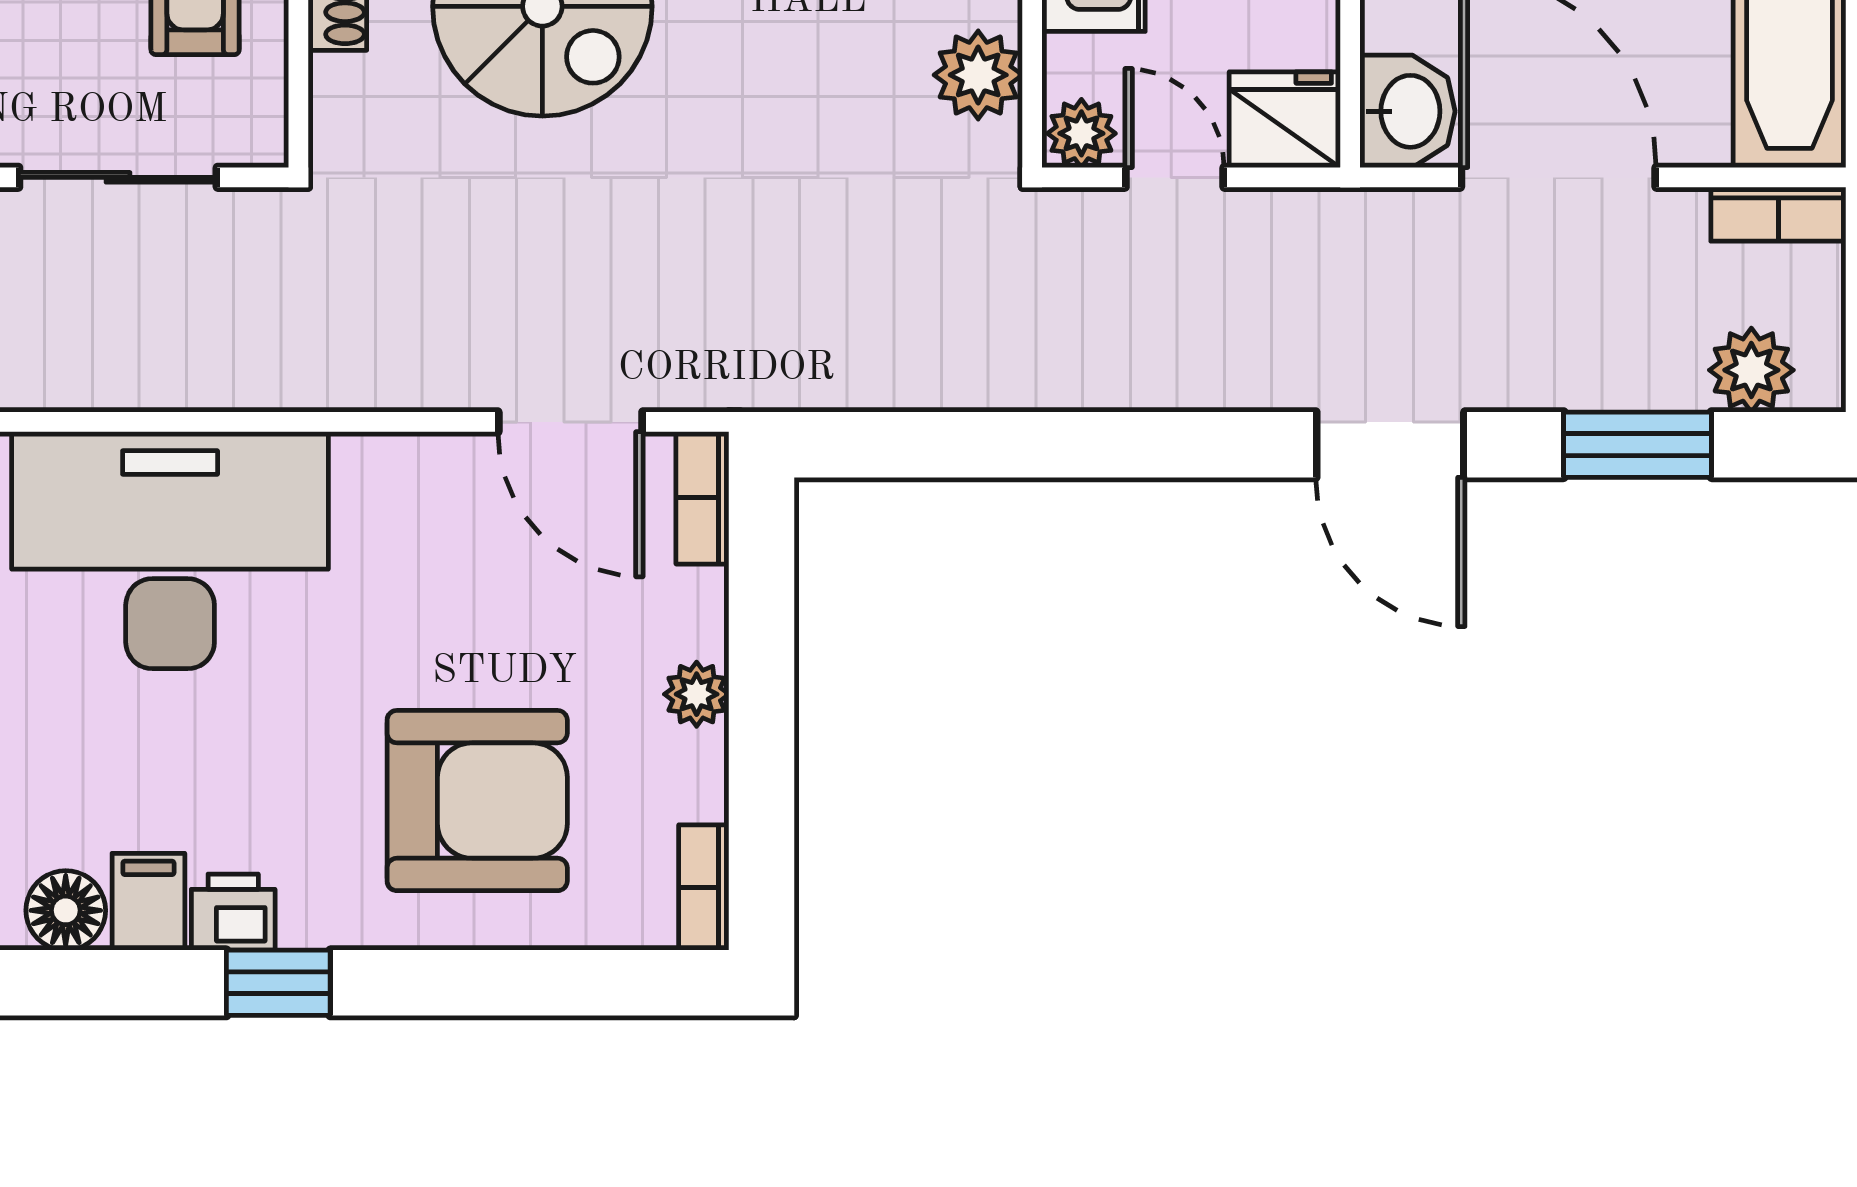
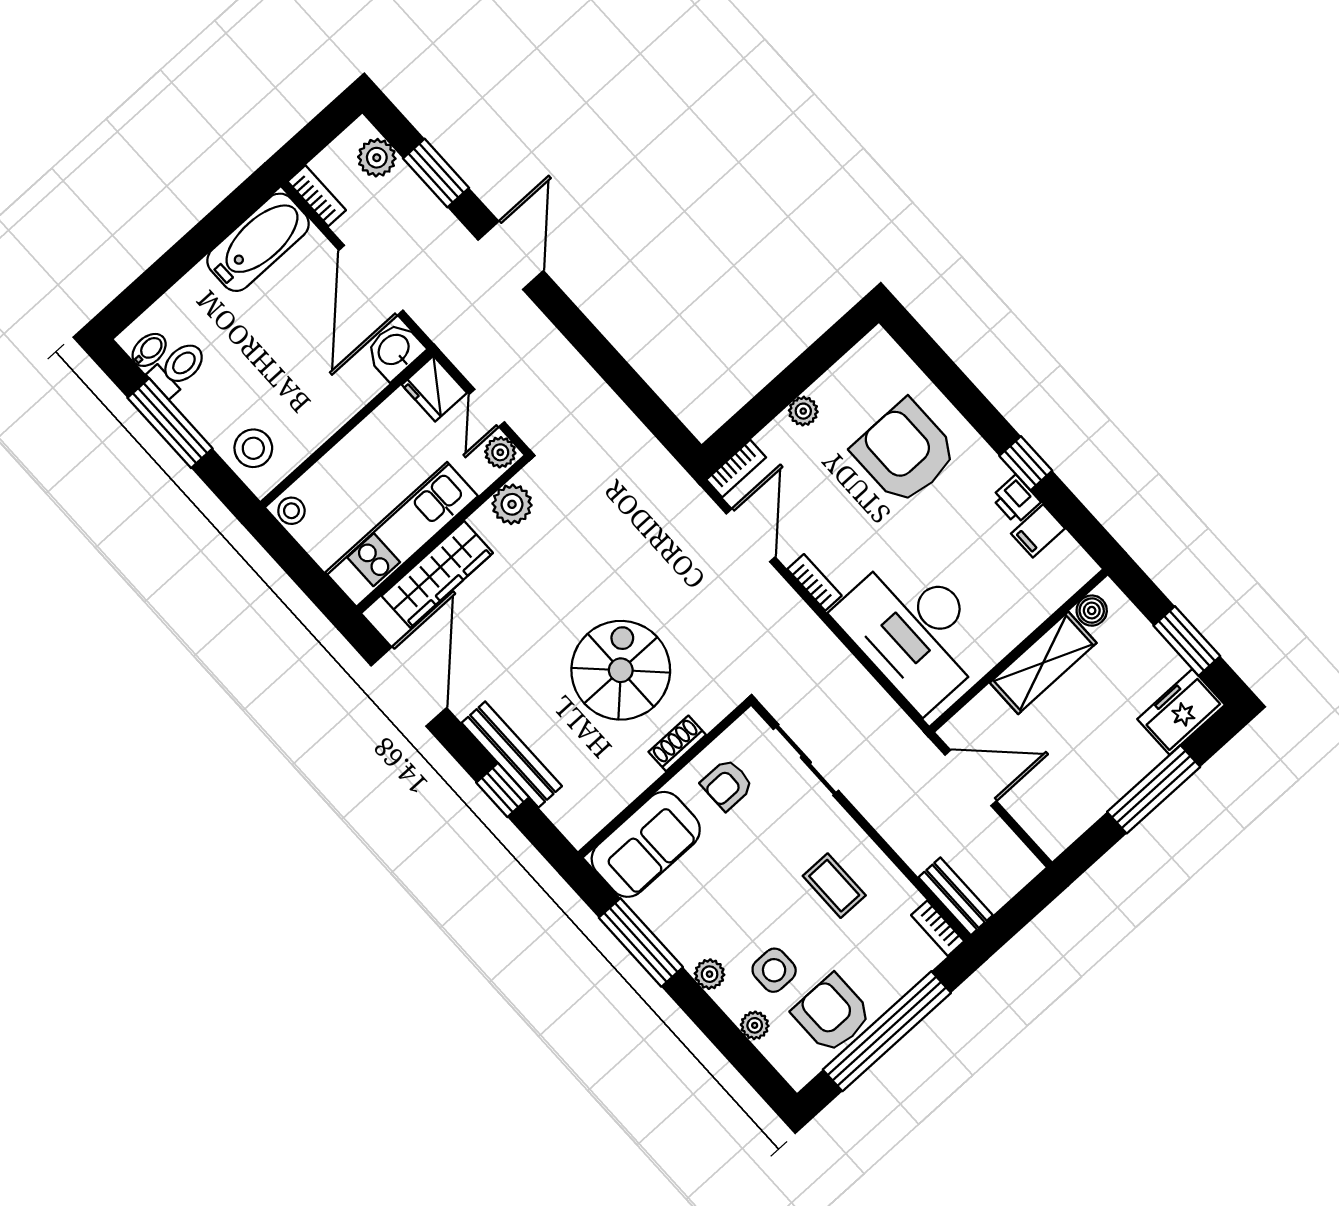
bookcase: (704, 888) -> (815, 582), moved, turned -90
floor lamp: (66, 910) -> (1066, 556), removed

